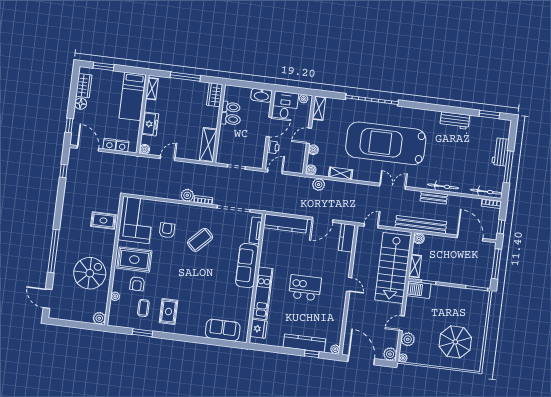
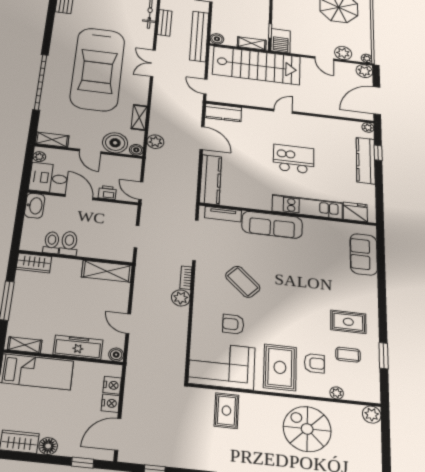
freezer: (150, 124) -> (78, 347), width x1.40
boiler: (313, 150) -> (115, 143), width x1.86, depth x1.86
kitchen island: (305, 288) -> (294, 159), turned 90

